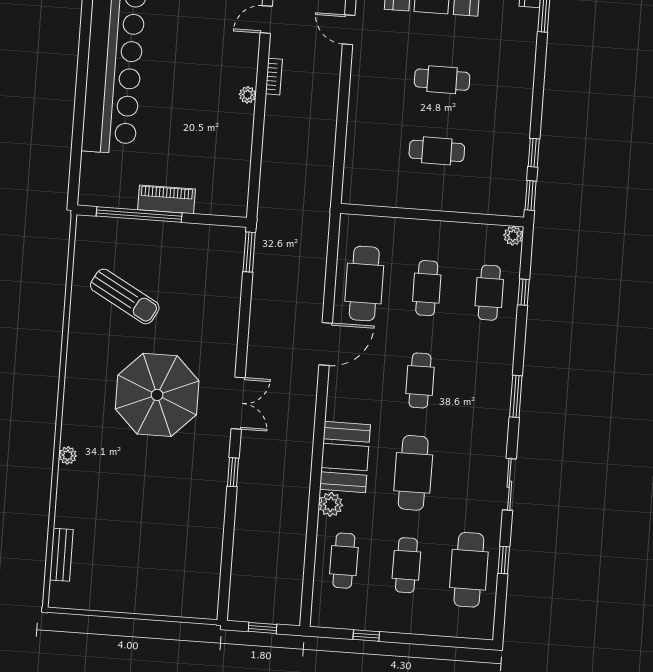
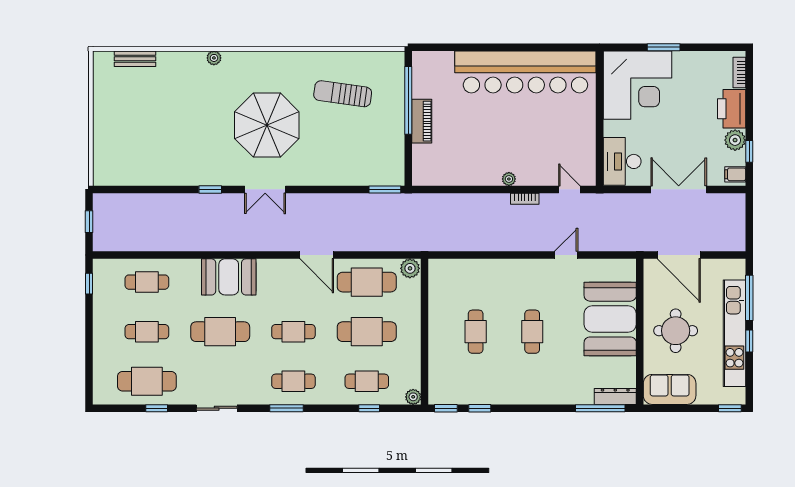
cafe table: (427, 288) -> (367, 332), width x1.37, depth x1.35
sun lounger: (125, 296) -> (343, 94), turned 69
cafe table: (482, 385) -> (293, 381), added
plant: (331, 504) -> (410, 268), moved
window: (366, 636) -> (89, 284), moved

